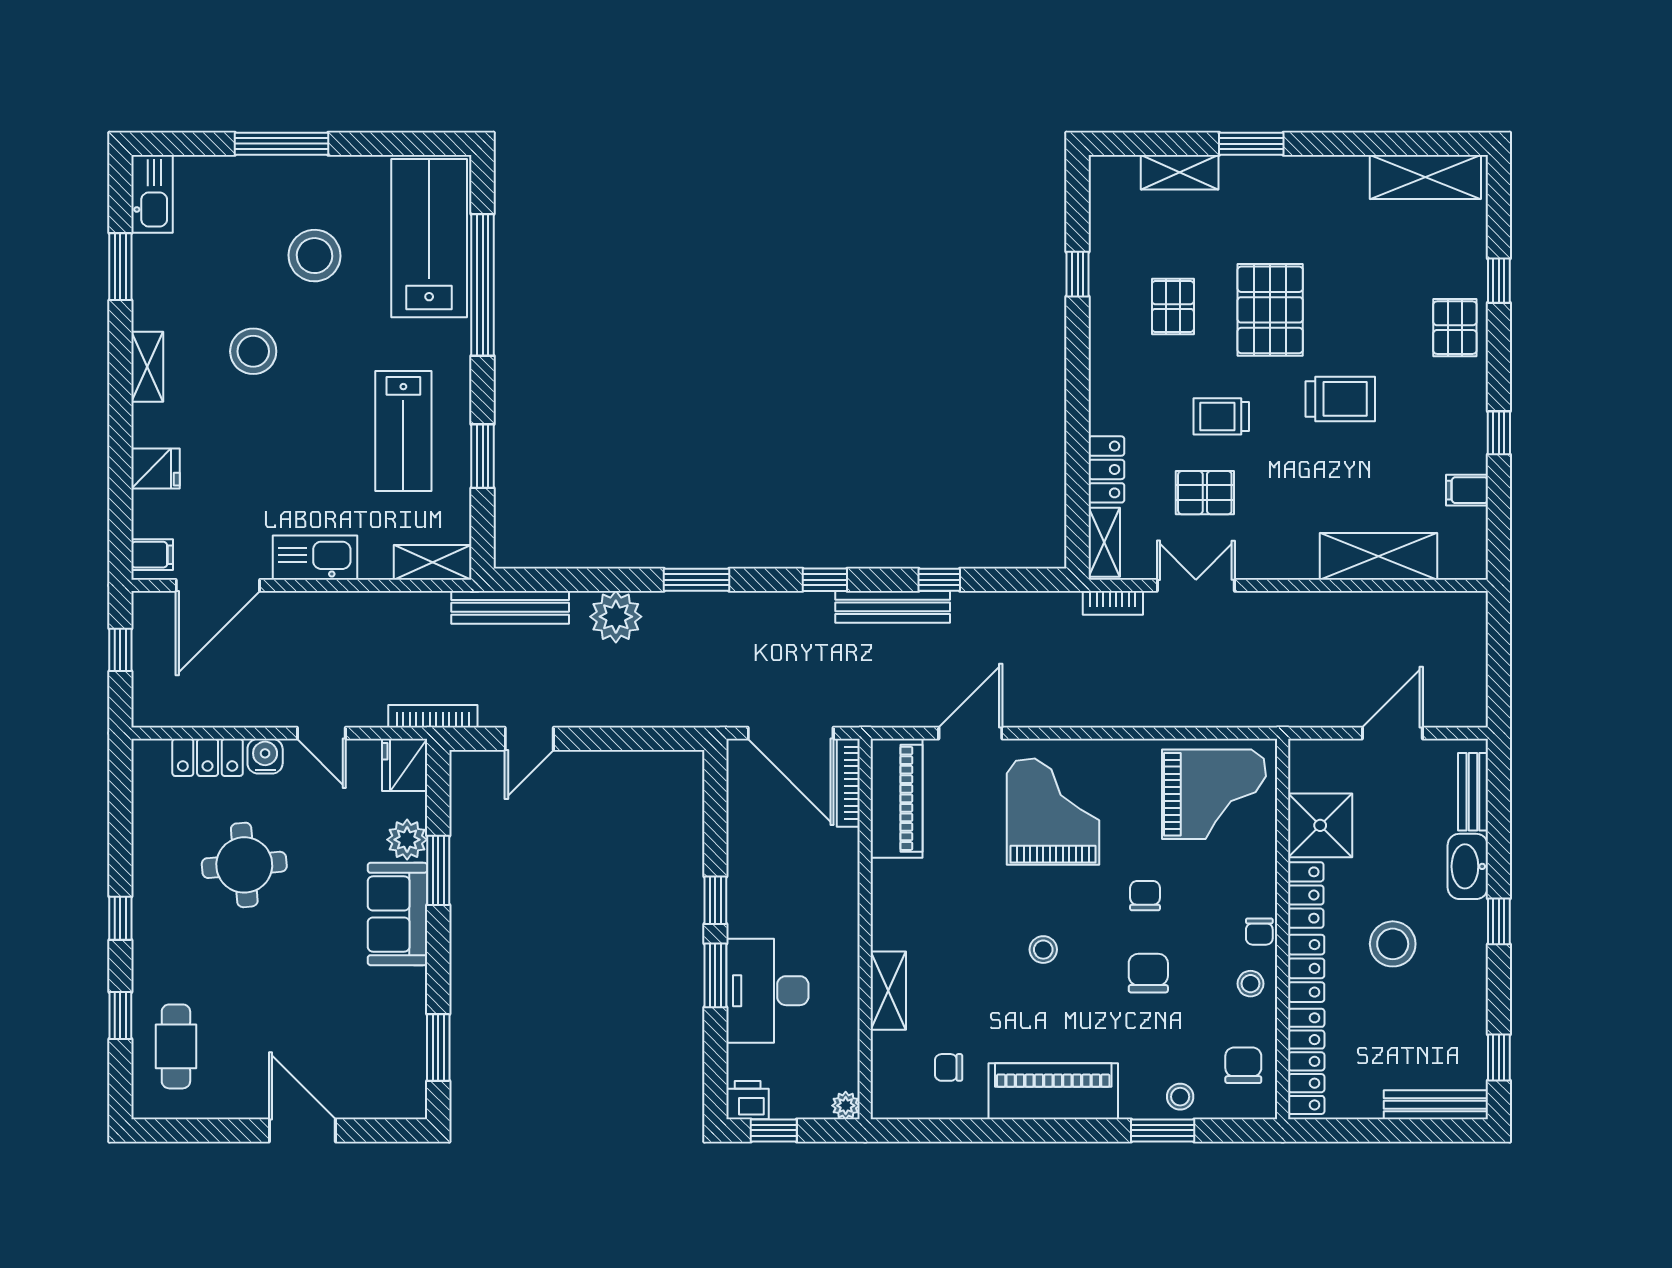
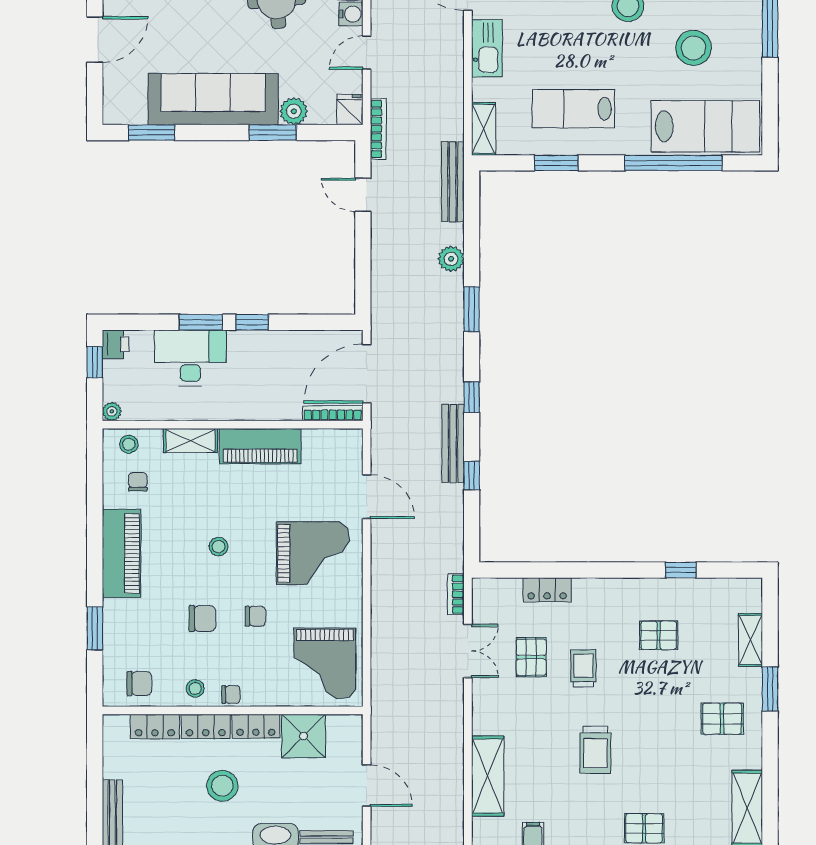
pallet: (1270, 310) -> (722, 719), moved, width x0.67, depth x0.71
shelving: (1104, 542) -> (497, 588), removed
plant: (616, 617) -> (451, 259), width x0.73, depth x0.73
fridge: (405, 765) -> (350, 110), width x0.72
piano: (897, 798) -> (260, 446), moved
sofa: (397, 914) -> (213, 99), width x1.85, depth x1.27
chair: (1259, 932) -> (231, 694), turned 180
locker: (1306, 1061) -> (155, 727), width x0.66
stool: (1180, 1097) -> (129, 444), moved

